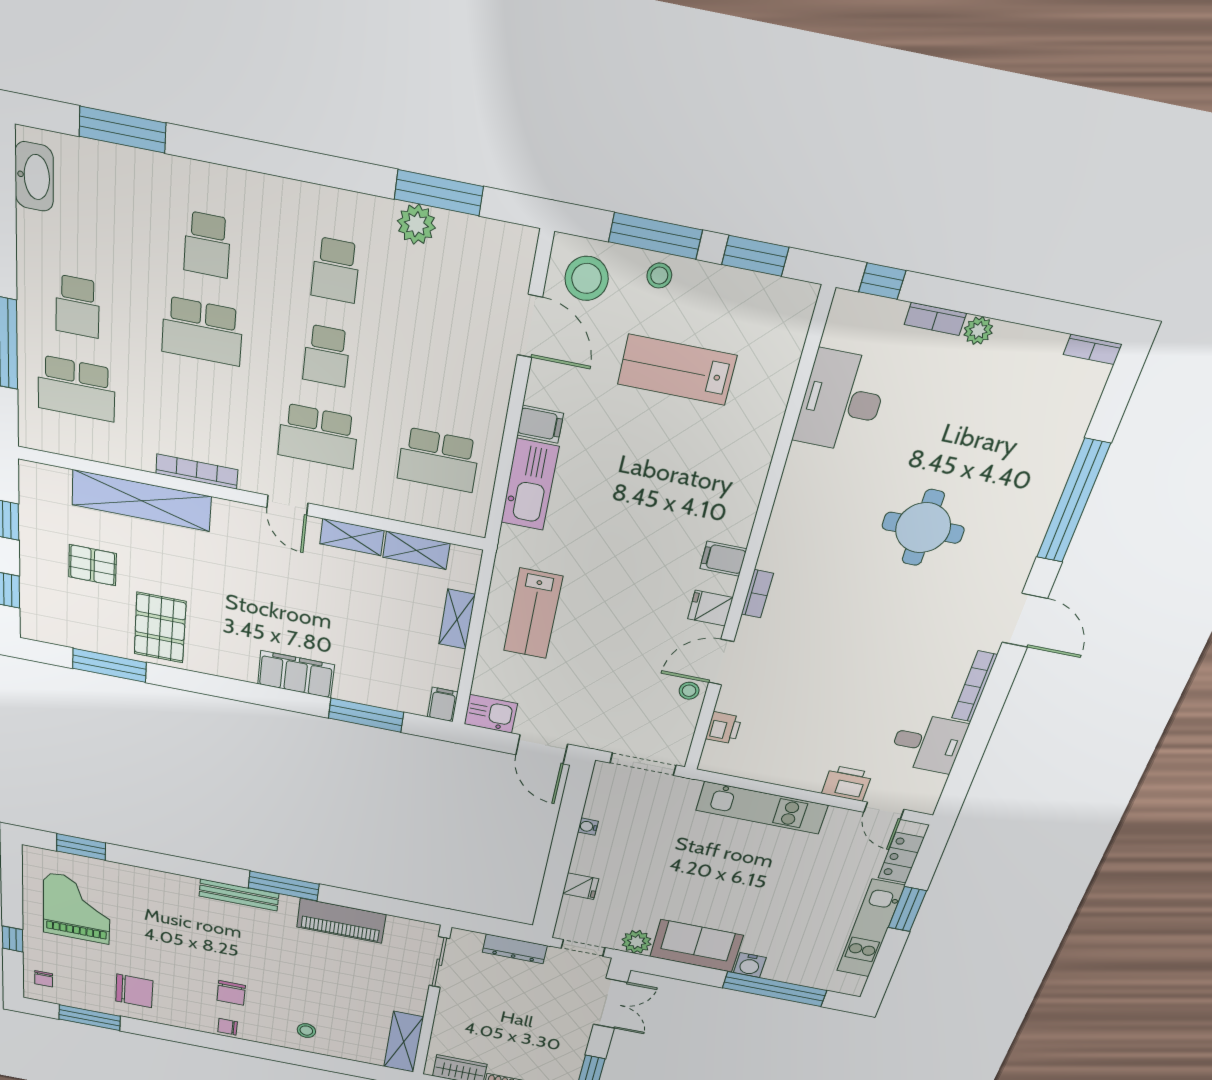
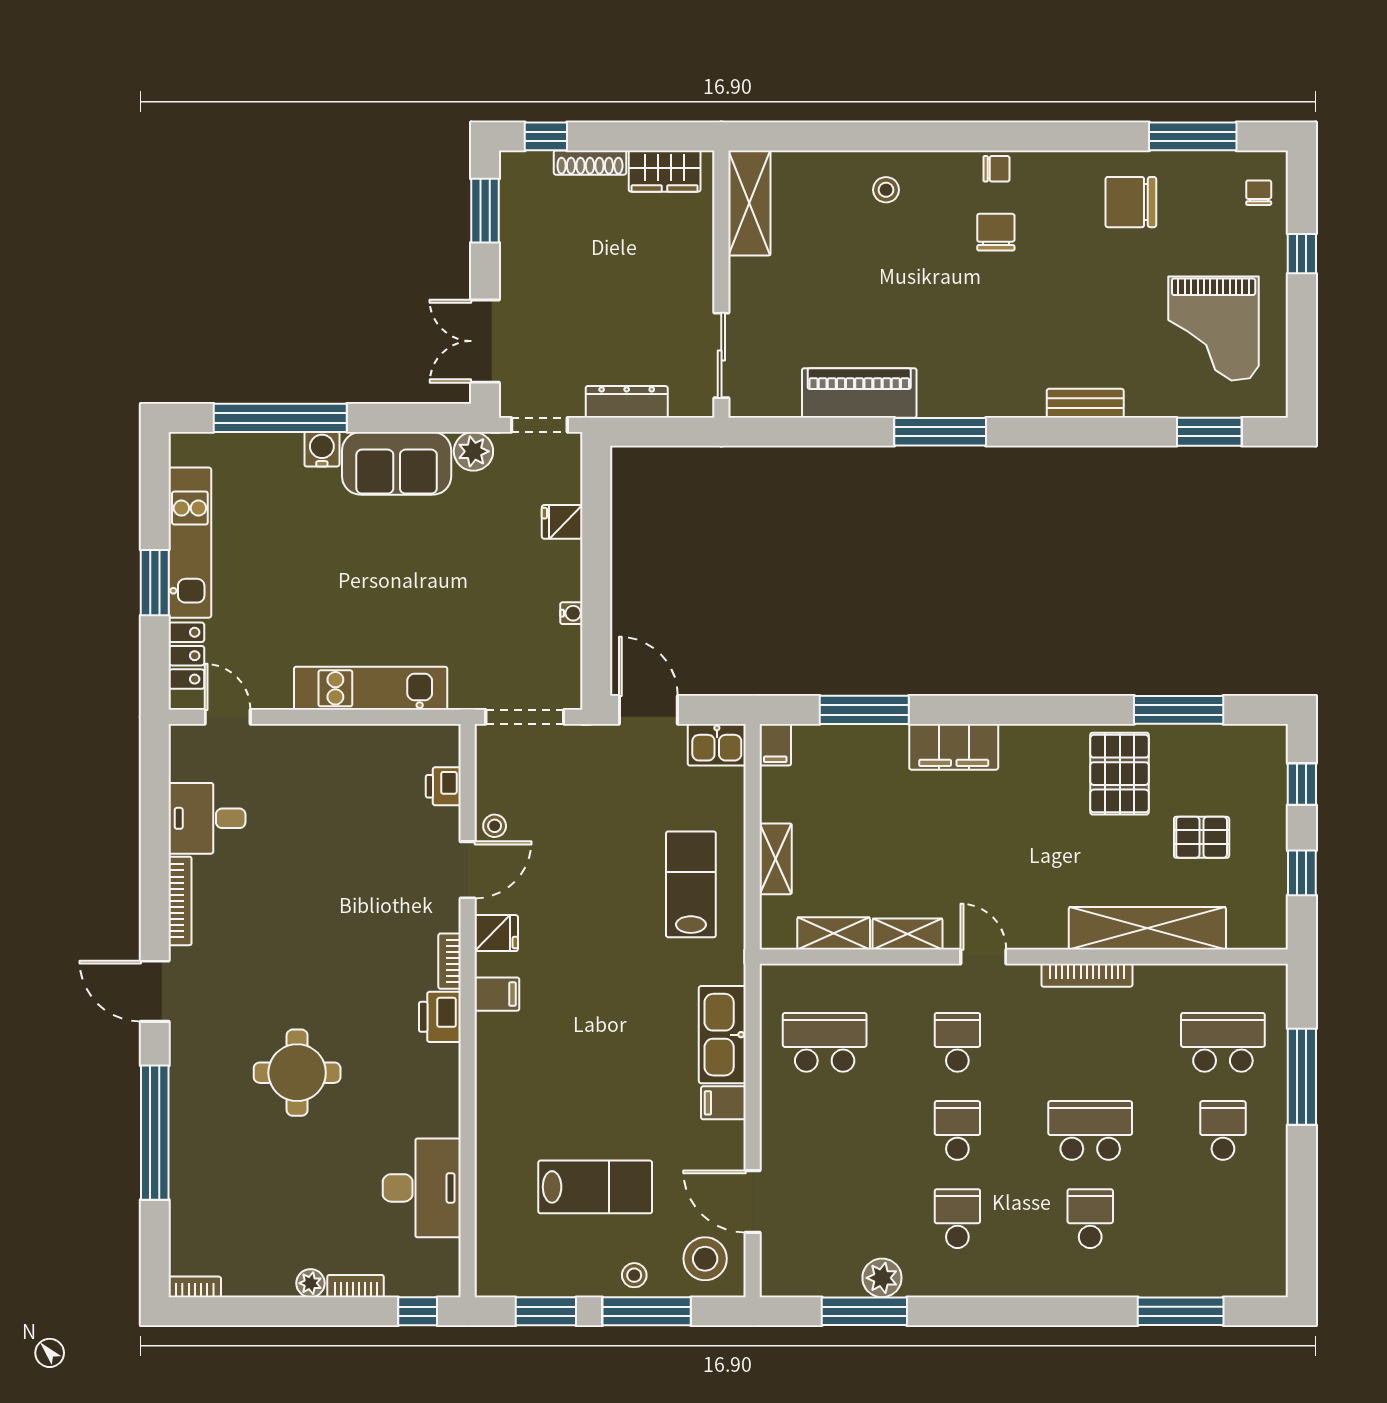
washbasin: (34, 177) -> (1269, 1251), removed
school desk: (318, 436) -> (957, 1042), width x0.54
printer: (847, 783) -> (440, 1017), moved, turned 90
bench: (239, 895) -> (1085, 403), moved, width x0.73

